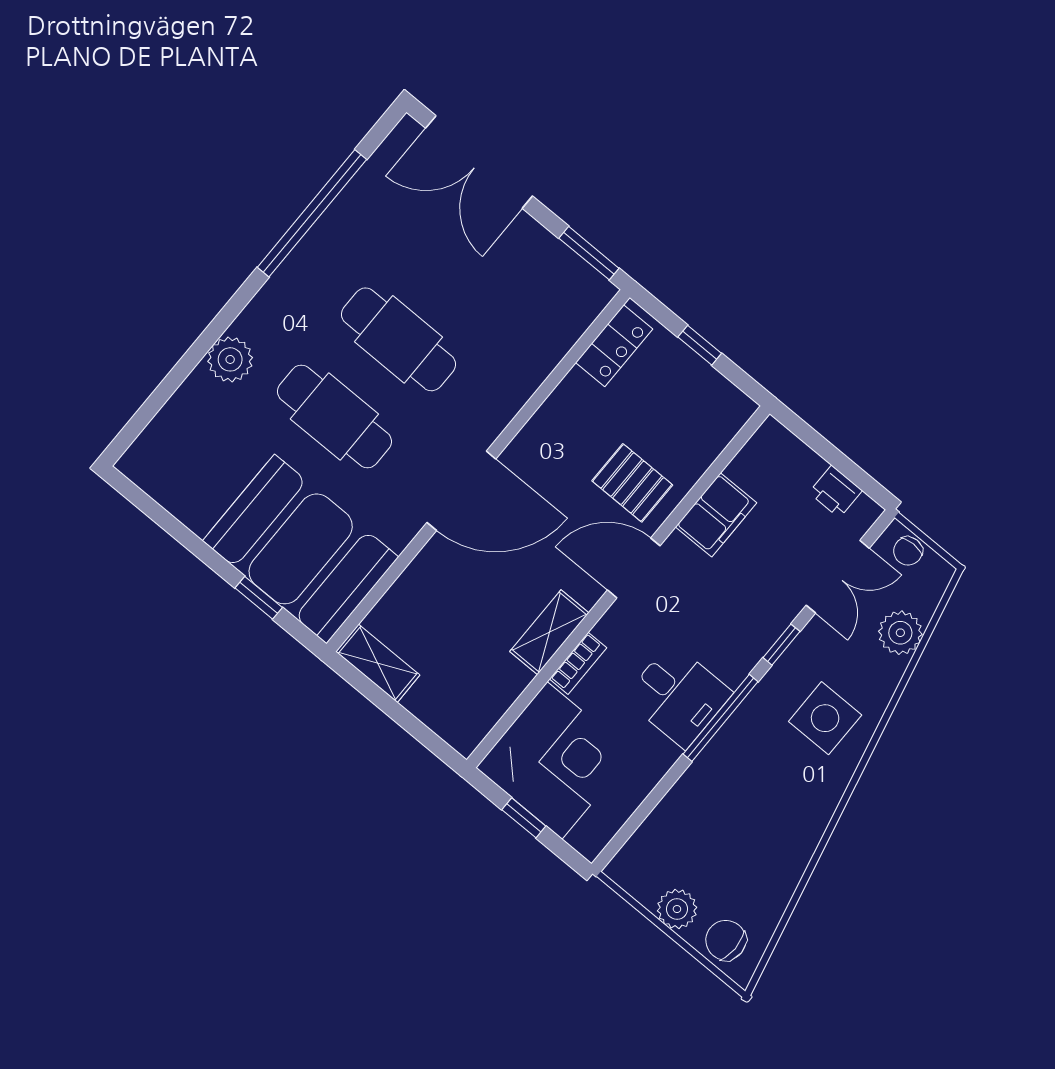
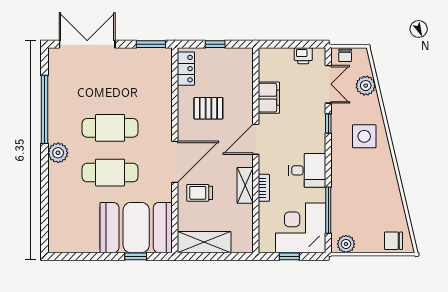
double door: (479, 162) -> (87, 44), swing flipped
plant: (230, 359) -> (58, 153), moved
pallet: (632, 483) -> (208, 108), moved
trolley: (460, 580) -> (200, 193), added
shelving: (378, 663) -> (204, 242), width x1.50, depth x1.33
window: (721, 718) -> (328, 210), moved
corner desk: (555, 760) -> (301, 228), moved, turned -90
plant: (677, 909) -> (346, 244), moved

